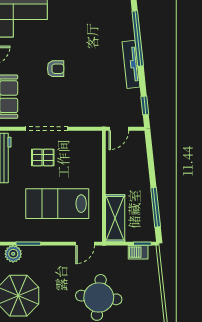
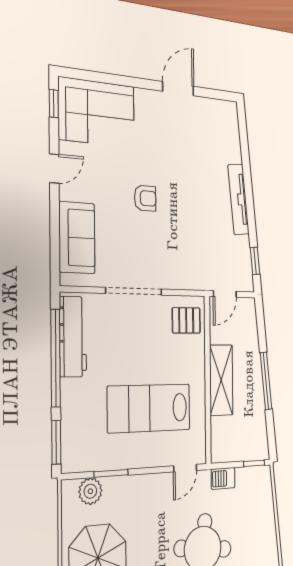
window: (138, 38) -> (246, 162), removed
pallet: (43, 157) -> (186, 320), moved
window: (156, 207) -> (266, 381), moved
shelving: (115, 218) -> (221, 380), moved
barbecue: (138, 252) -> (223, 478), moved

